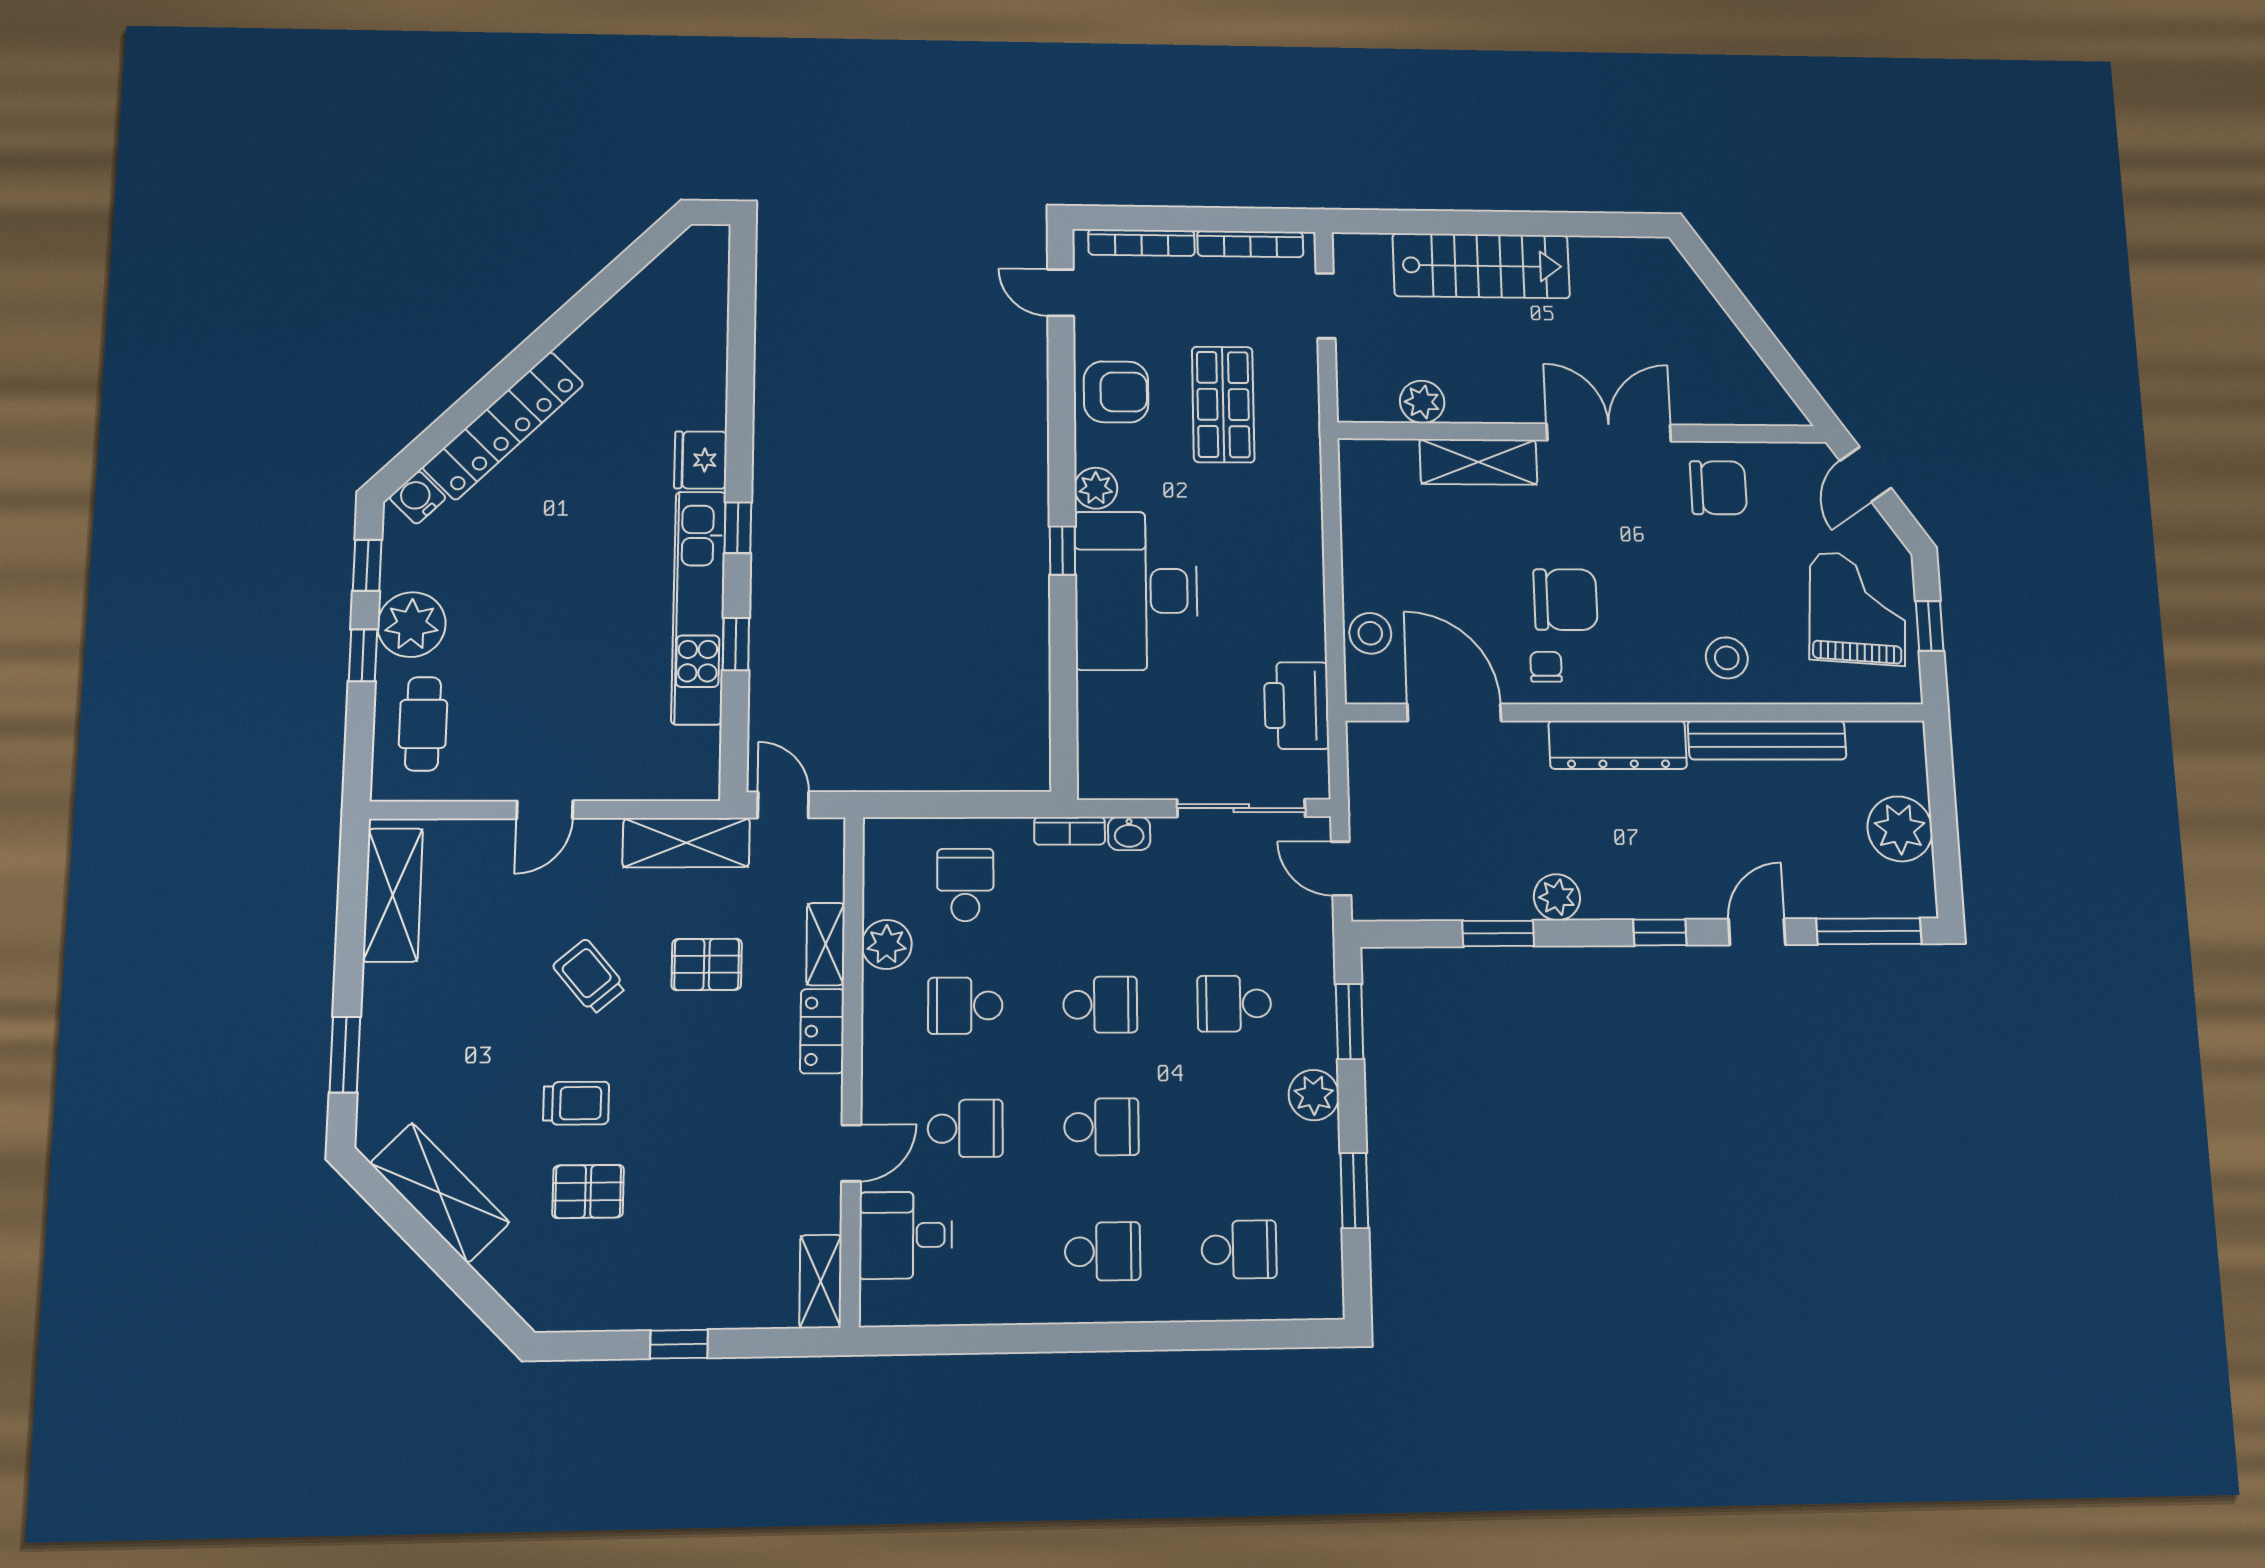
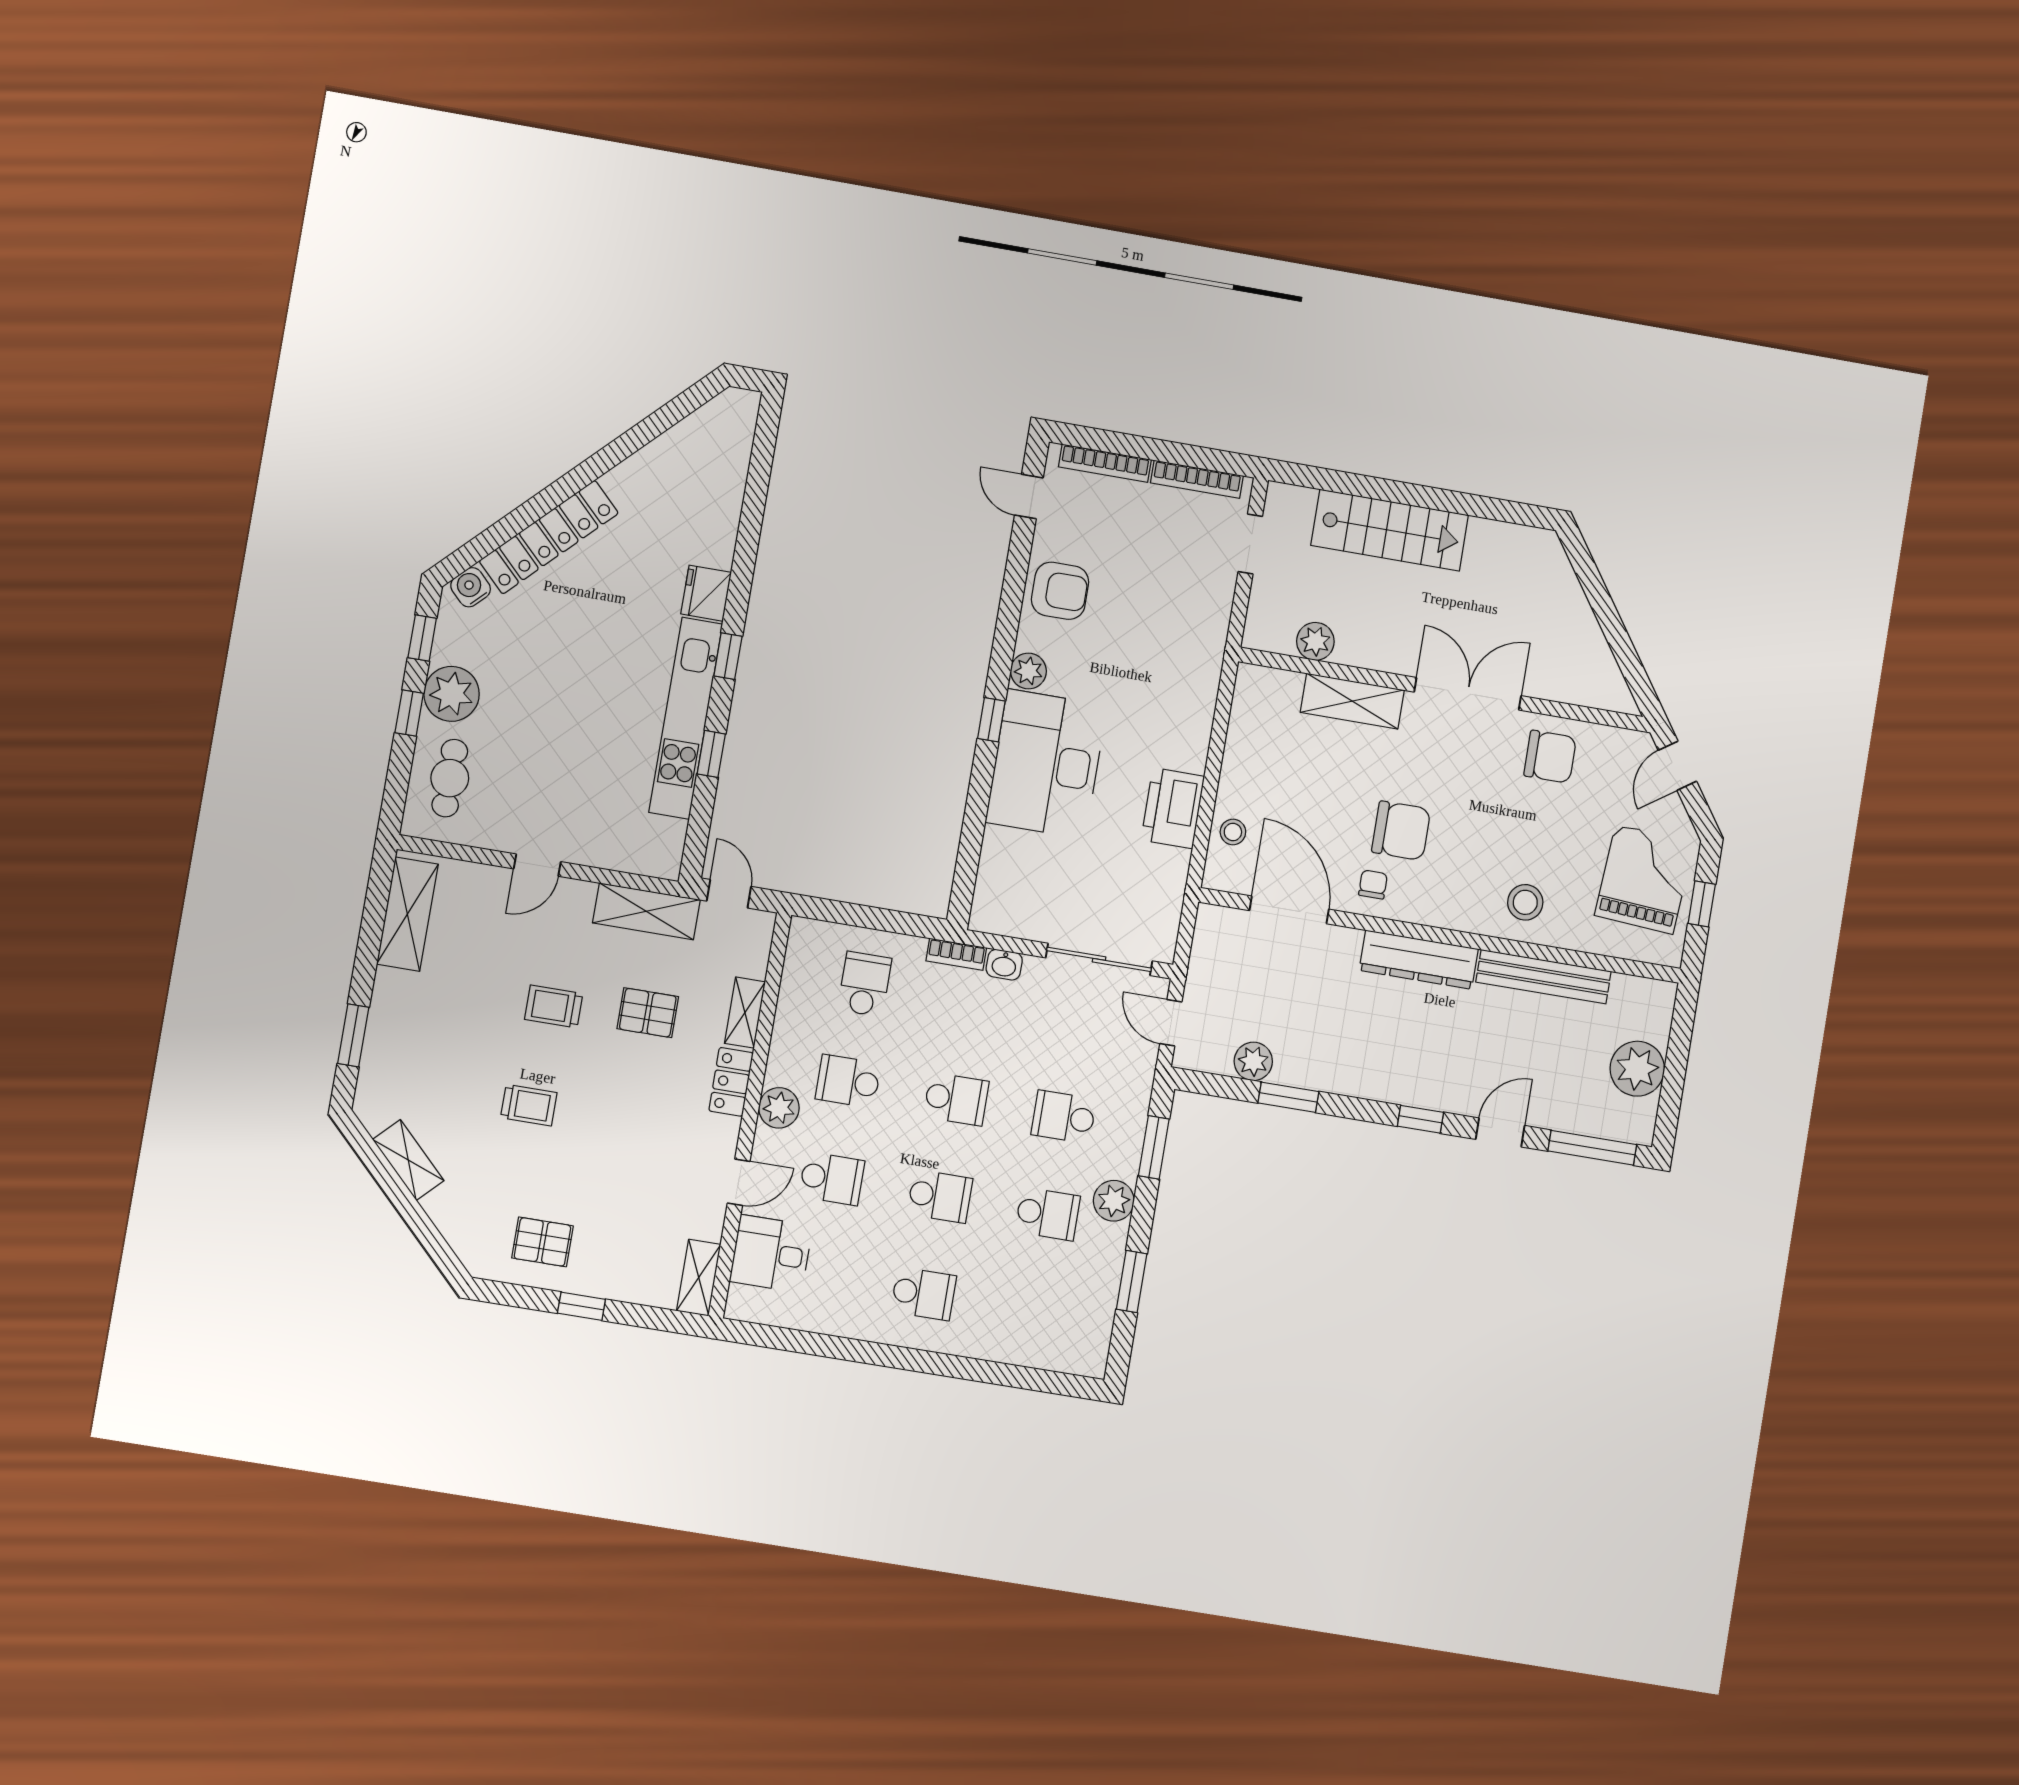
shop shelf: (1223, 404) -> (1148, 616), removed
stool: (1370, 633) -> (1233, 832), width x0.73, depth x0.73
printer: (1297, 706) -> (1173, 808), moved
plant: (1557, 897) -> (1253, 1061), moved
plant: (887, 944) -> (779, 1108), moved
trolley: (590, 977) -> (554, 1006), turned -50
pallet: (588, 1191) -> (542, 1242), moved
shelving: (440, 1193) -> (408, 1160), width x0.67, depth x0.75
school desk: (1239, 1250) -> (1048, 1214), moved

